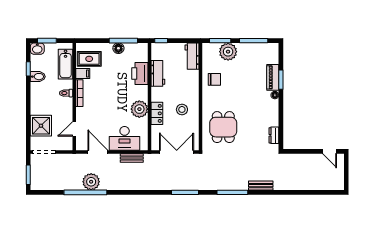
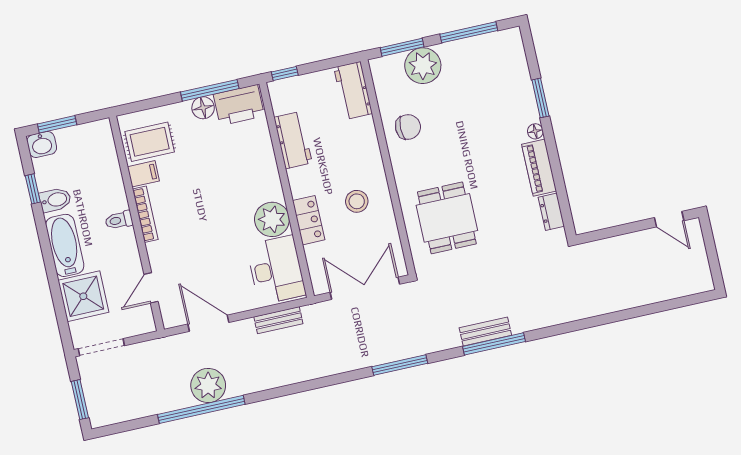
bathtub: (66, 64) -> (65, 245), moved, turned 180
printer: (140, 73) -> (239, 105), moved, turned -90
piano: (273, 77) -> (539, 168), moved
desk: (125, 138) -> (276, 270), moved, turned -90
bench: (261, 186) -> (485, 332), moved

